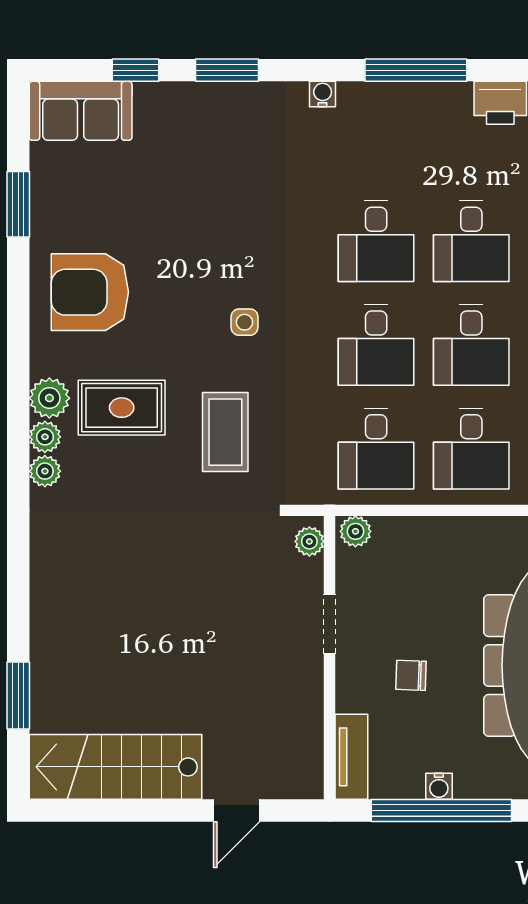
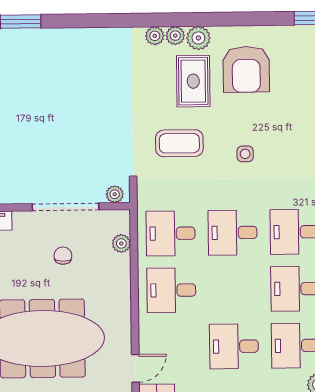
armchair: (90, 292) -> (246, 69), moved, turned 180
desk: (471, 345) -> (233, 289), removed
plant: (355, 531) -> (121, 243), moved
doorway: (329, 624) -> (65, 207), width x1.88
chair: (411, 675) -> (63, 256), moved

